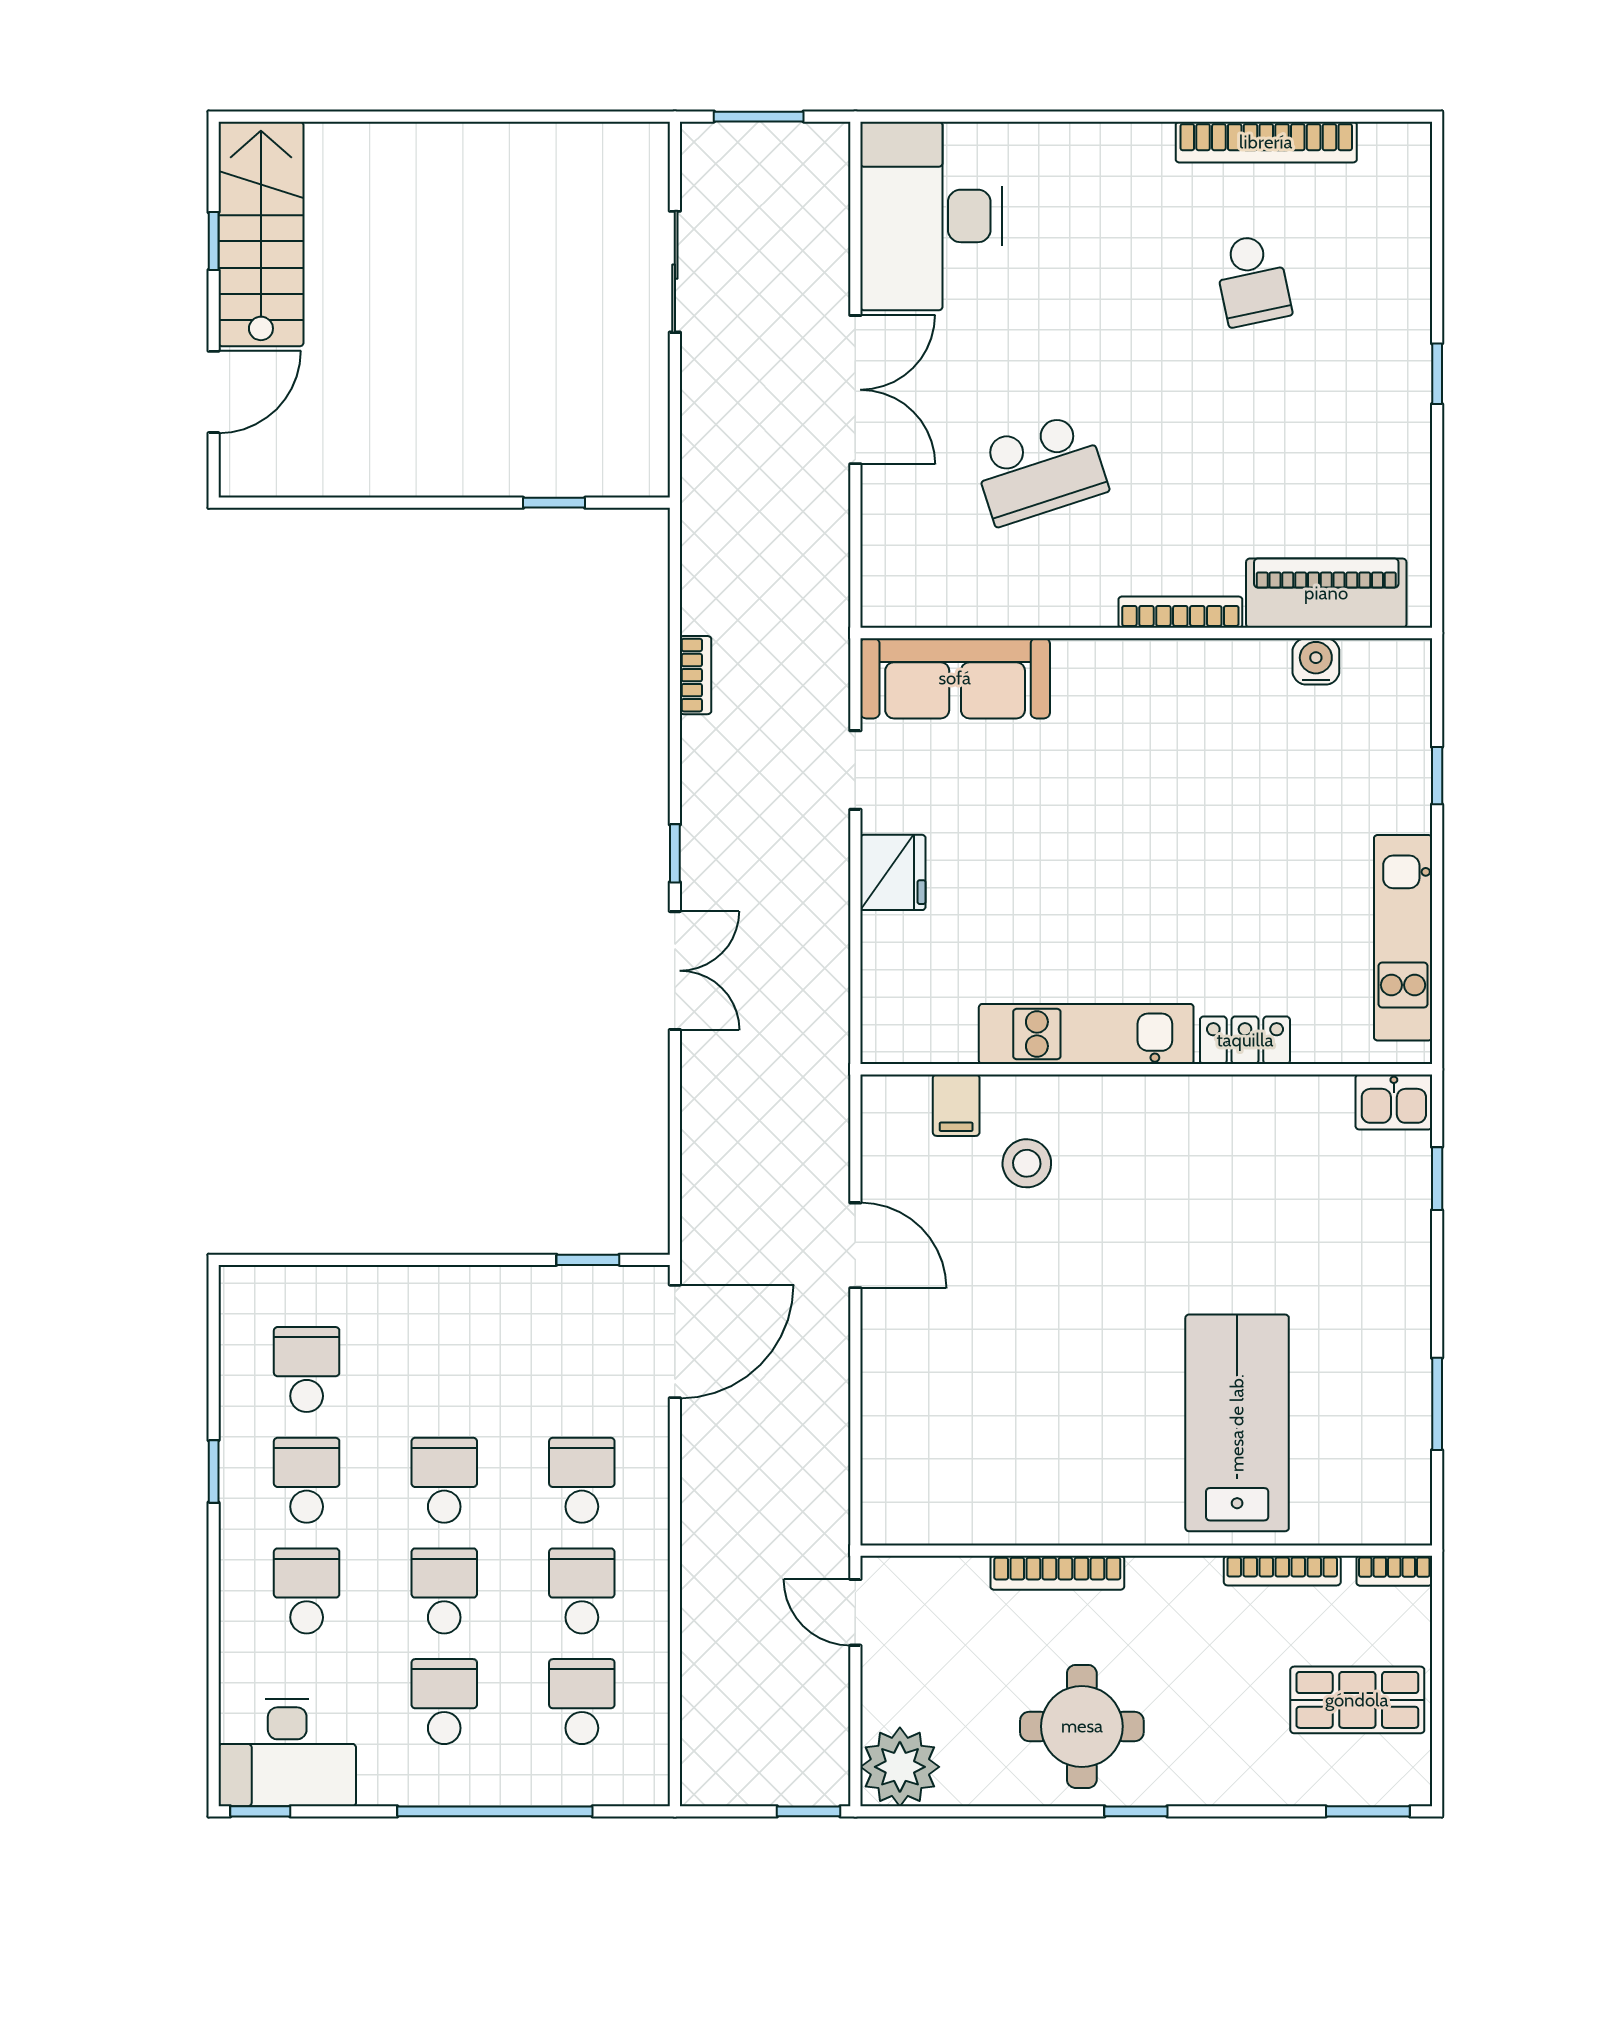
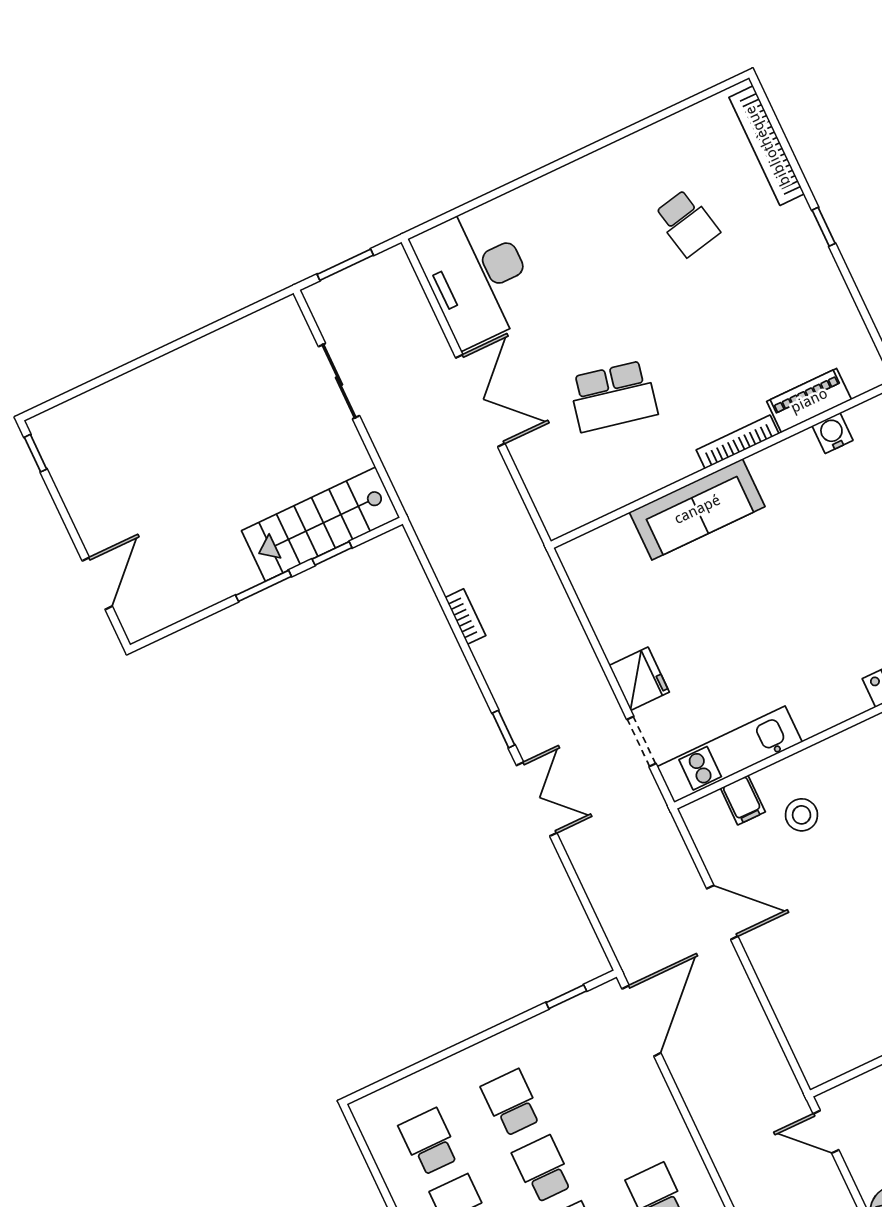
bookcase: (1266, 142) -> (767, 146), moved, turned 90
stairs: (261, 234) -> (321, 524), moved, turned -90
window: (214, 241) -> (36, 453), moved
school desk: (1040, 469) -> (613, 396), turned 30
window: (439, 503) -> (264, 586), added
piano: (1326, 593) -> (809, 400), width x0.73, depth x0.75
sofa: (955, 678) -> (697, 509), moved
doorway: (855, 770) -> (641, 741), moved
kitchen unit: (1086, 1034) -> (730, 754), moved
school desk: (582, 1480) -> (511, 1103), moved

